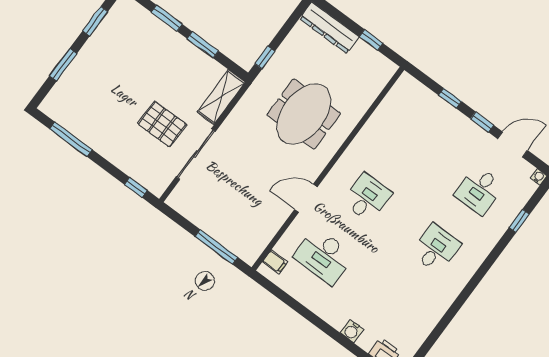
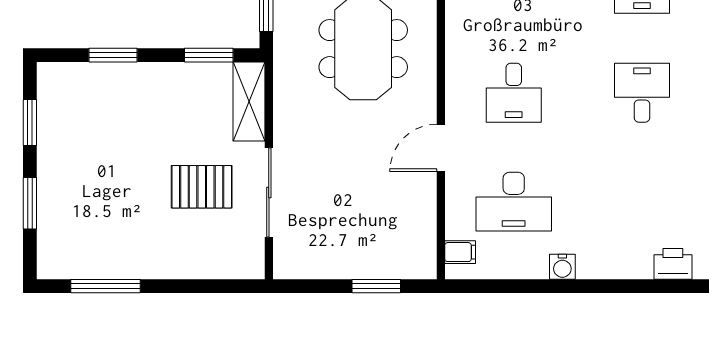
window: (203, 45) -> (209, 55), moved
window: (136, 187) -> (227, 286), removed
desk: (367, 198) -> (514, 93), turned 180
window: (216, 247) -> (376, 286), width x0.69
water cooler: (352, 331) -> (562, 267), moved

